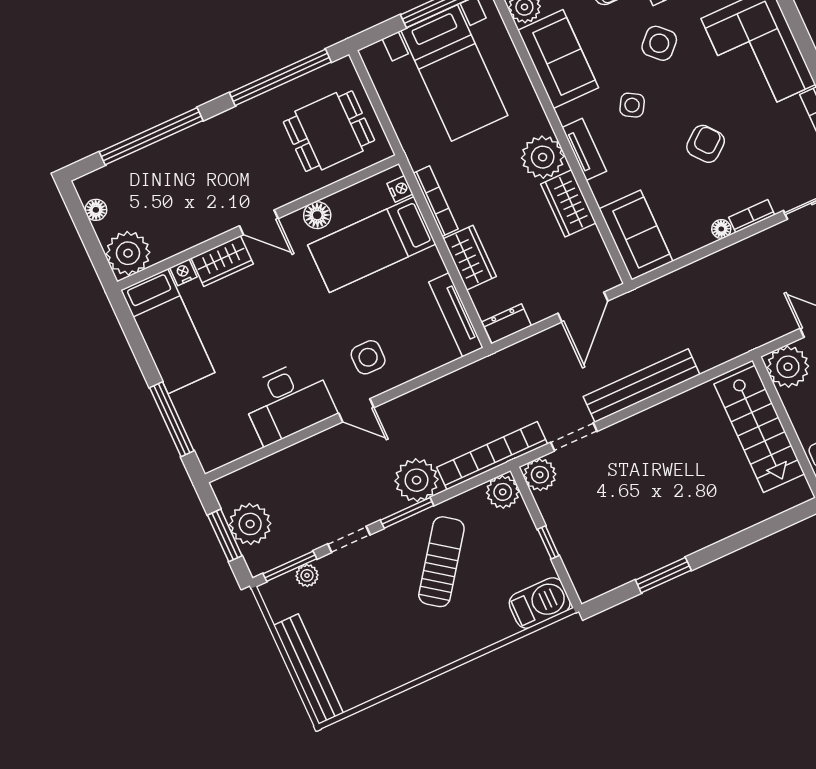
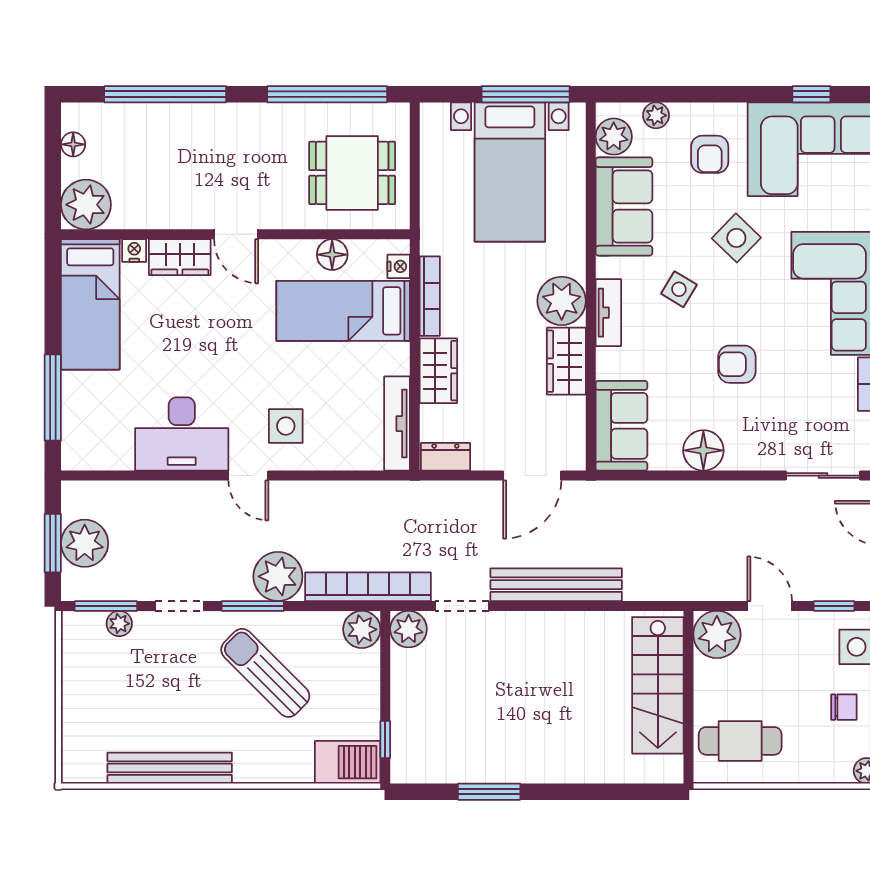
armchair: (706, 144) -> (737, 364), turned -141
floor lamp: (317, 215) -> (332, 255), moved
bookcase: (752, 216) -> (751, 461), removed
floor lamp: (721, 229) -> (703, 450), width x1.89, depth x1.89
window: (548, 542) -> (385, 739), moved
sun lounger: (441, 562) -> (265, 673), turned -81
bench: (308, 669) -> (170, 768), moved, turned 90

